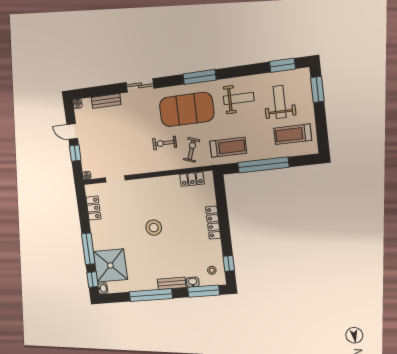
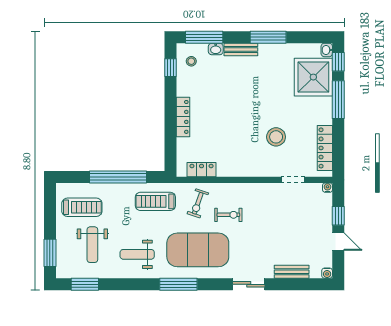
locker: (93, 208) -> (325, 148), width x1.53
stool: (154, 228) -> (276, 137), moved
window: (151, 295) -> (268, 37), width x0.68

